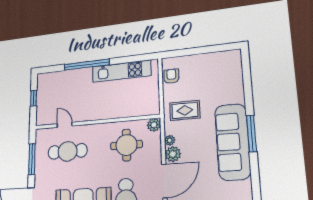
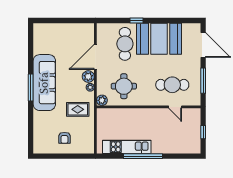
window: (87, 65) -> (143, 156), moved
armchair: (171, 76) -> (64, 138), moved

